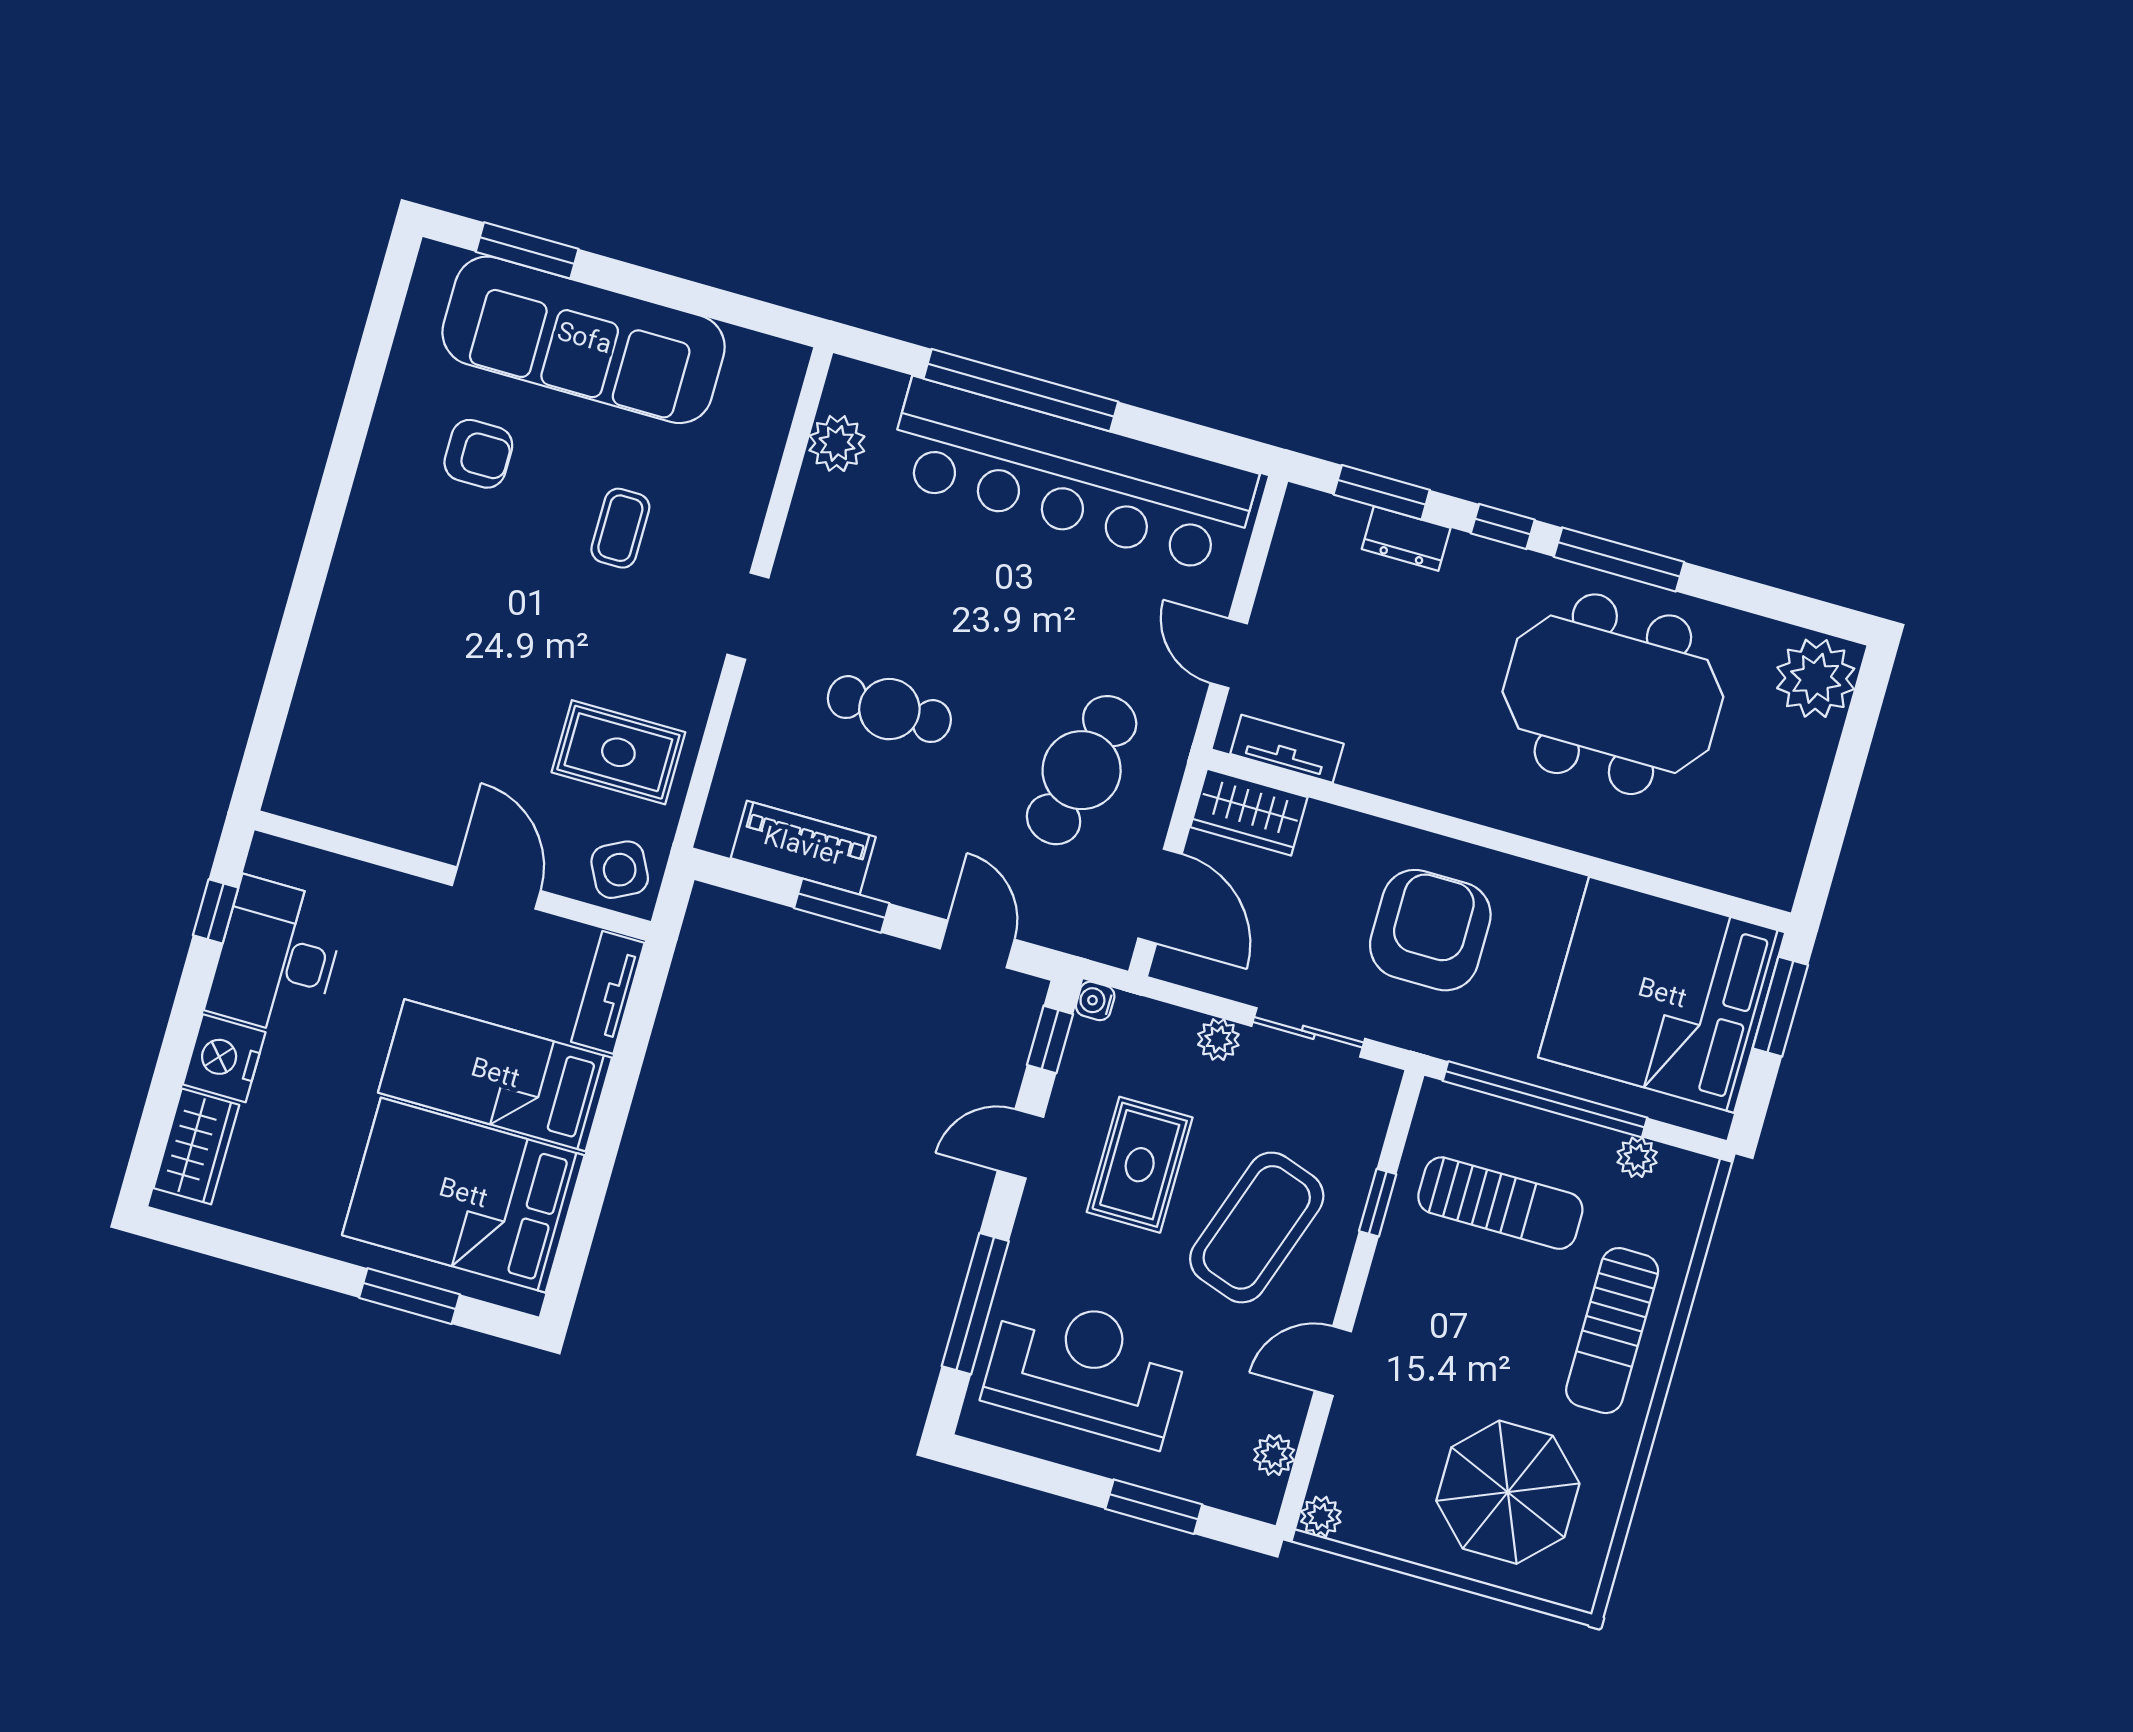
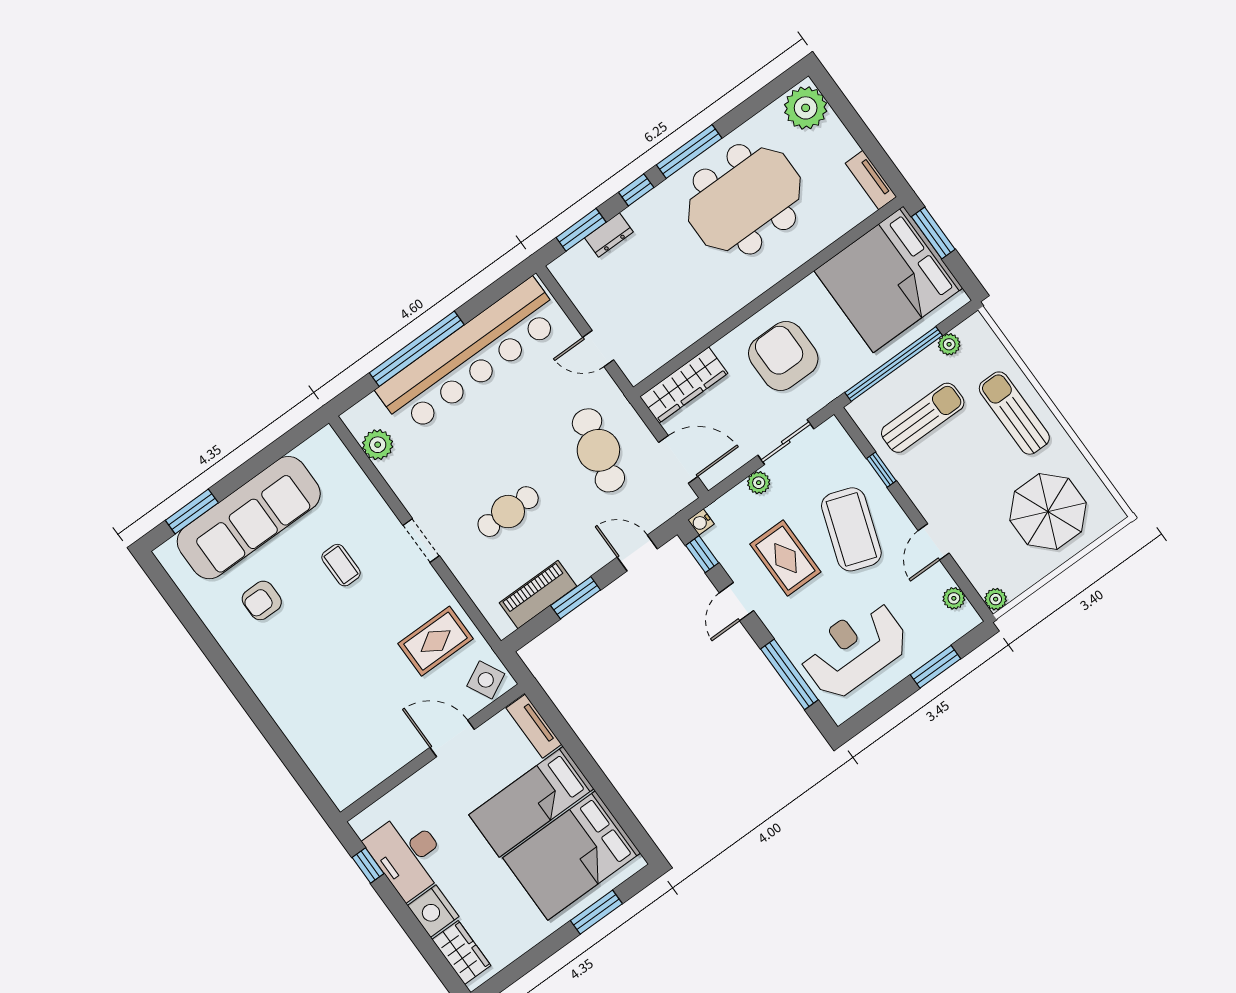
armchair: (478, 454) -> (262, 600), turned 180
tv unit: (1287, 749) -> (871, 180), moved, turned -90
wardrobe: (1249, 812) -> (684, 385), width x1.50
sun lounger: (1612, 1331) -> (1014, 413), turned 180

